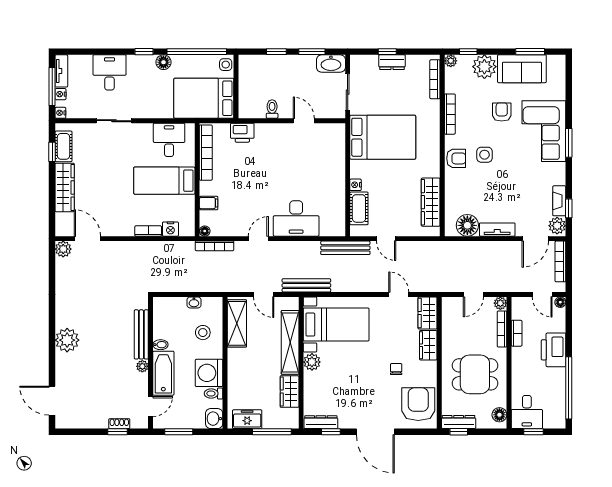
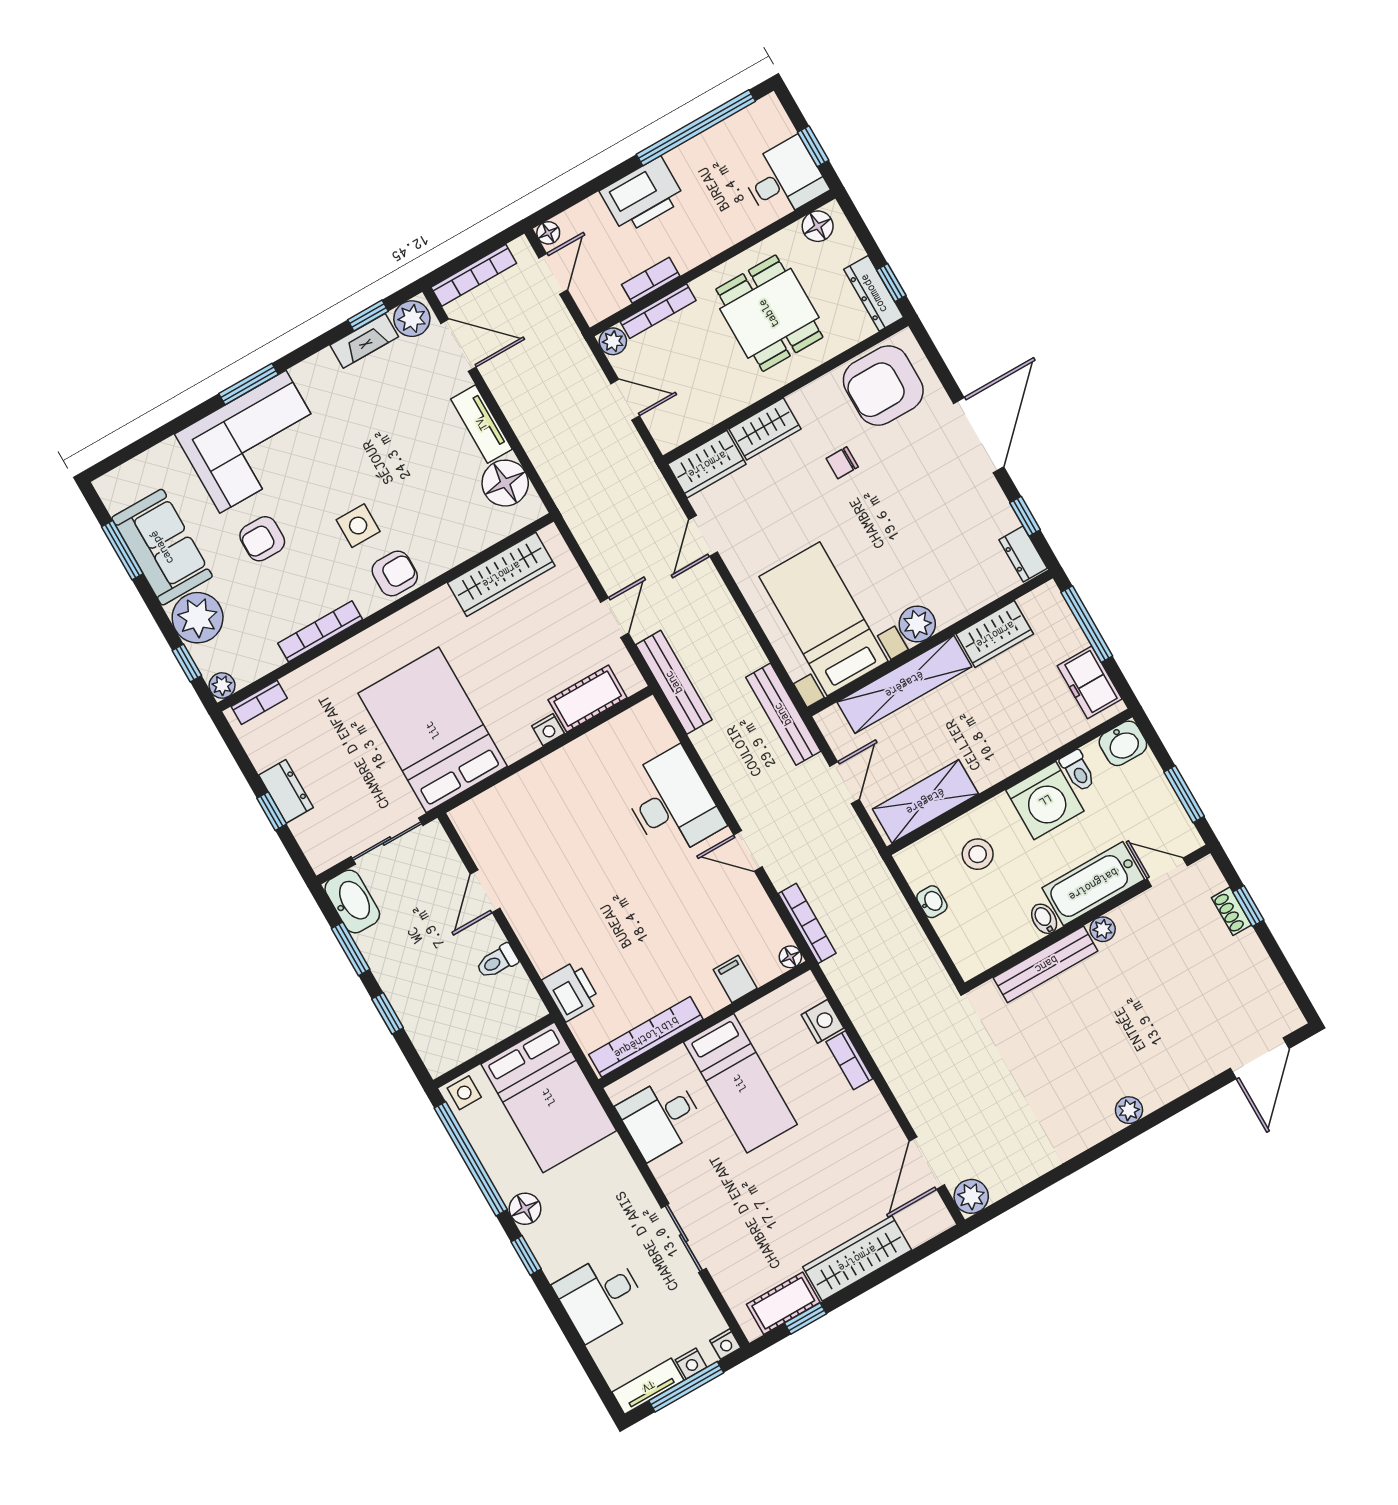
bookcase: (435, 79) -> (259, 702), width x0.64
armchair: (456, 158) -> (395, 573), turned 90
plant: (67, 340) -> (1129, 1110), width x0.53, depth x0.53
dresser: (321, 422) -> (1023, 554), width x0.70

